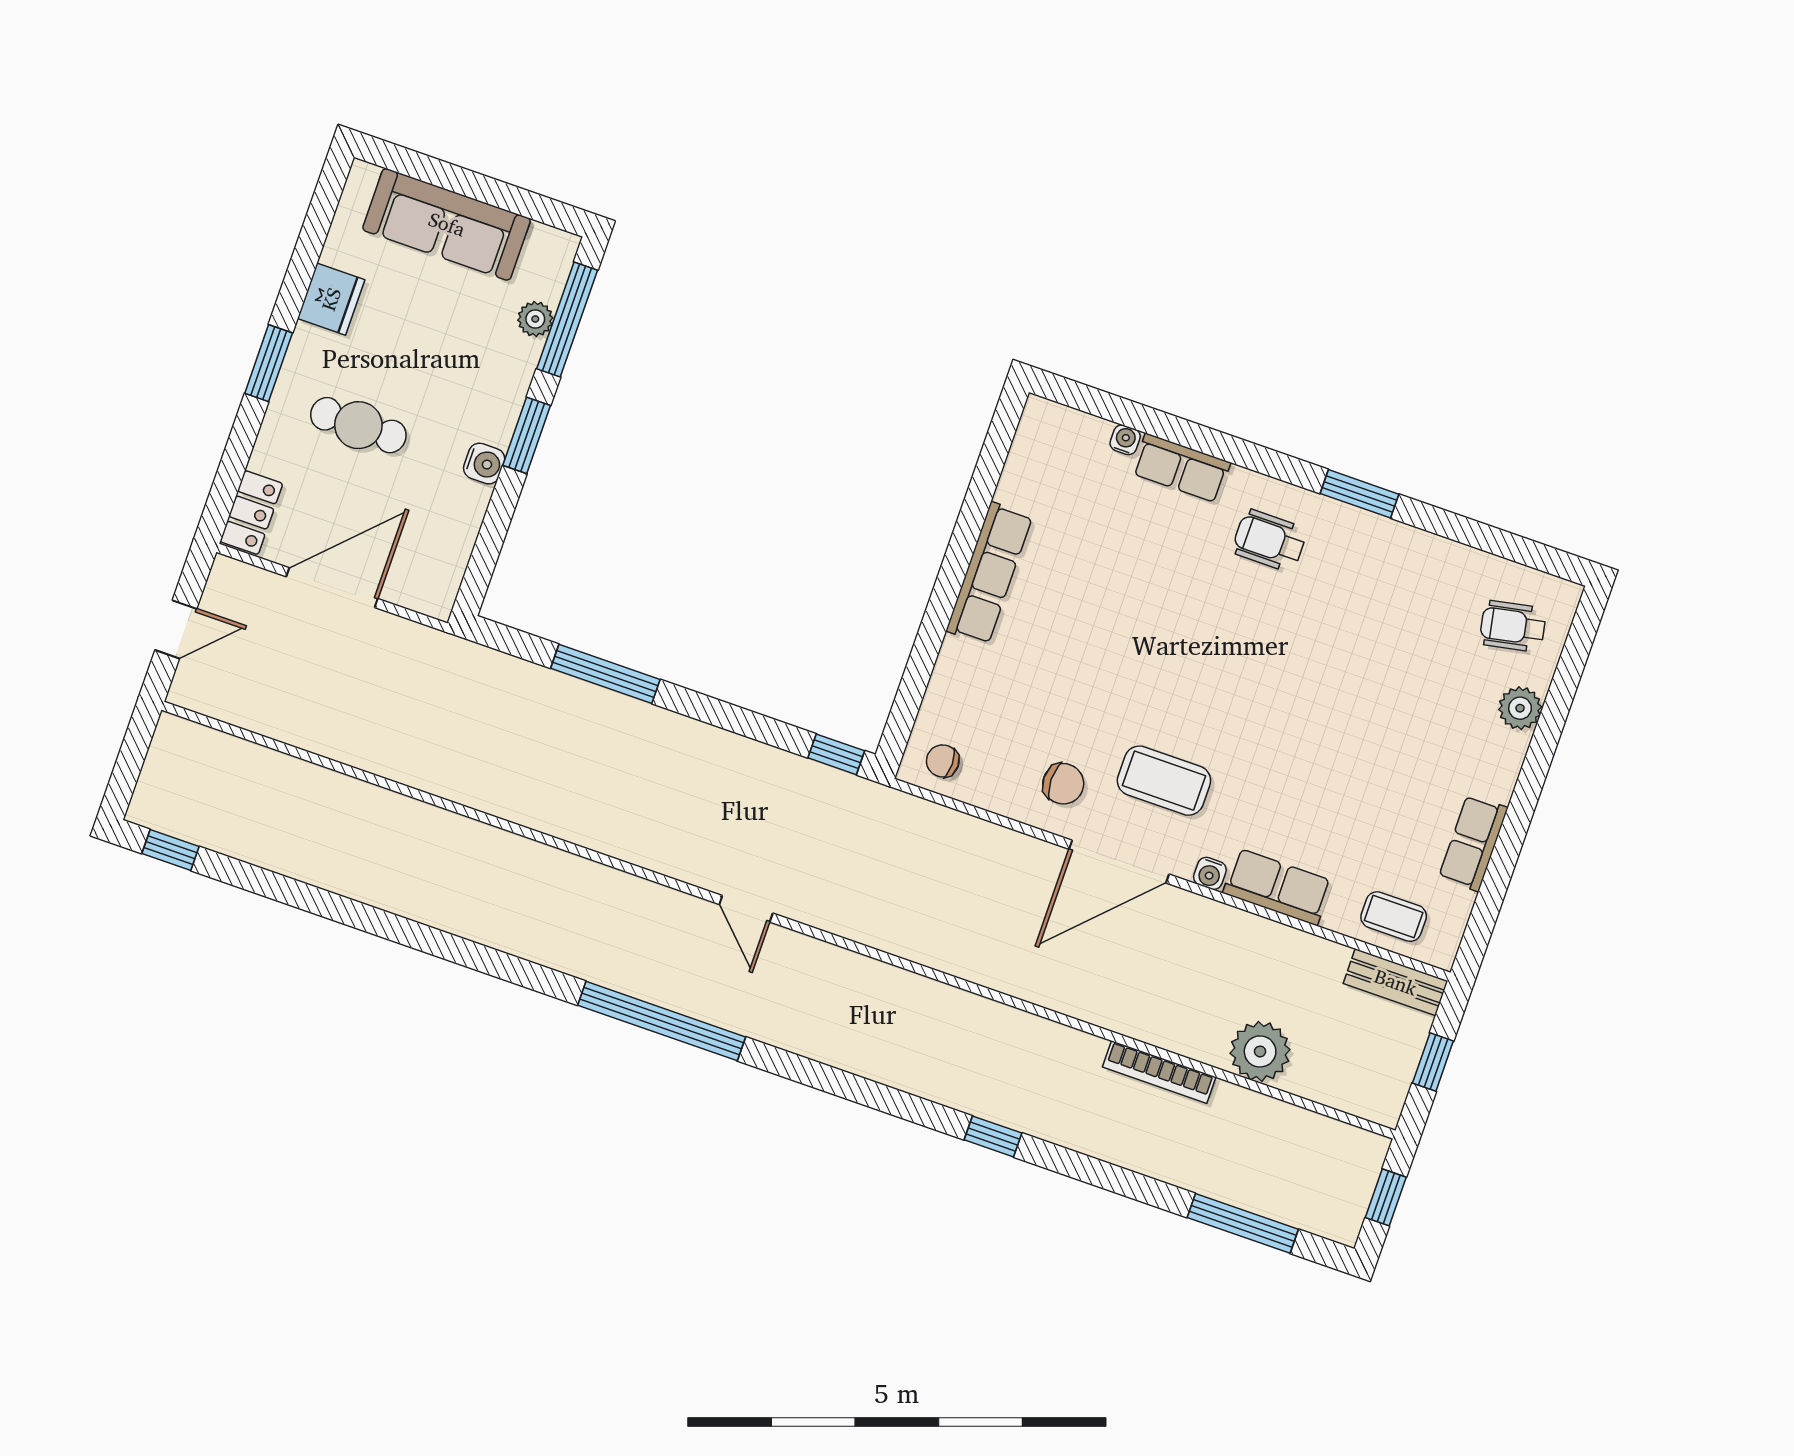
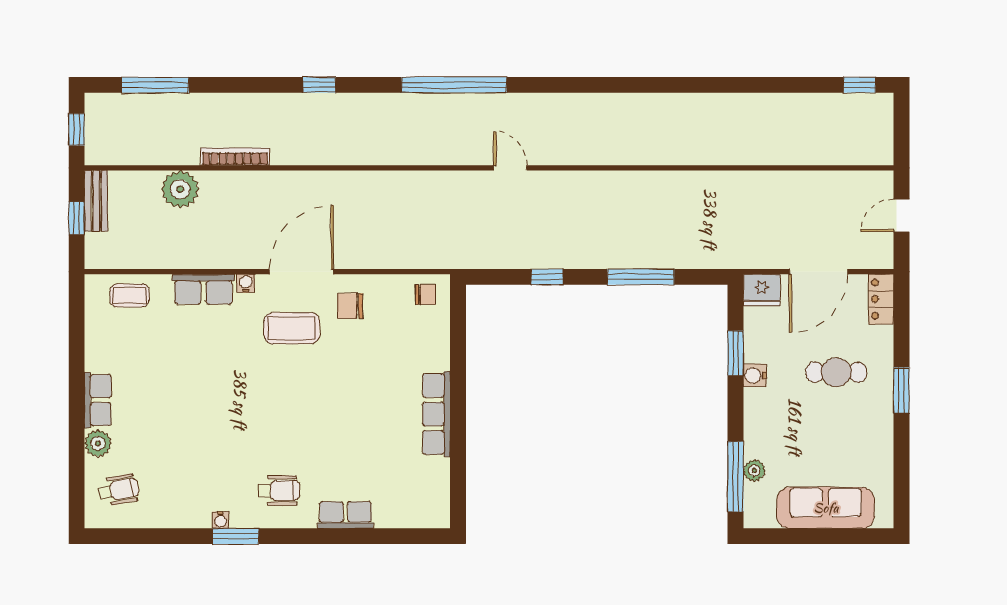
fridge: (331, 299) -> (762, 290), moved, turned -90
window: (527, 435) -> (736, 353), moved
water cooler: (1125, 440) -> (221, 520), moved
window: (836, 754) -> (547, 277), moved
row of seats: (1473, 843) -> (98, 400), moved
bench: (1396, 982) -> (96, 201), moved, turned 90
window: (662, 1021) -> (454, 85), moved

